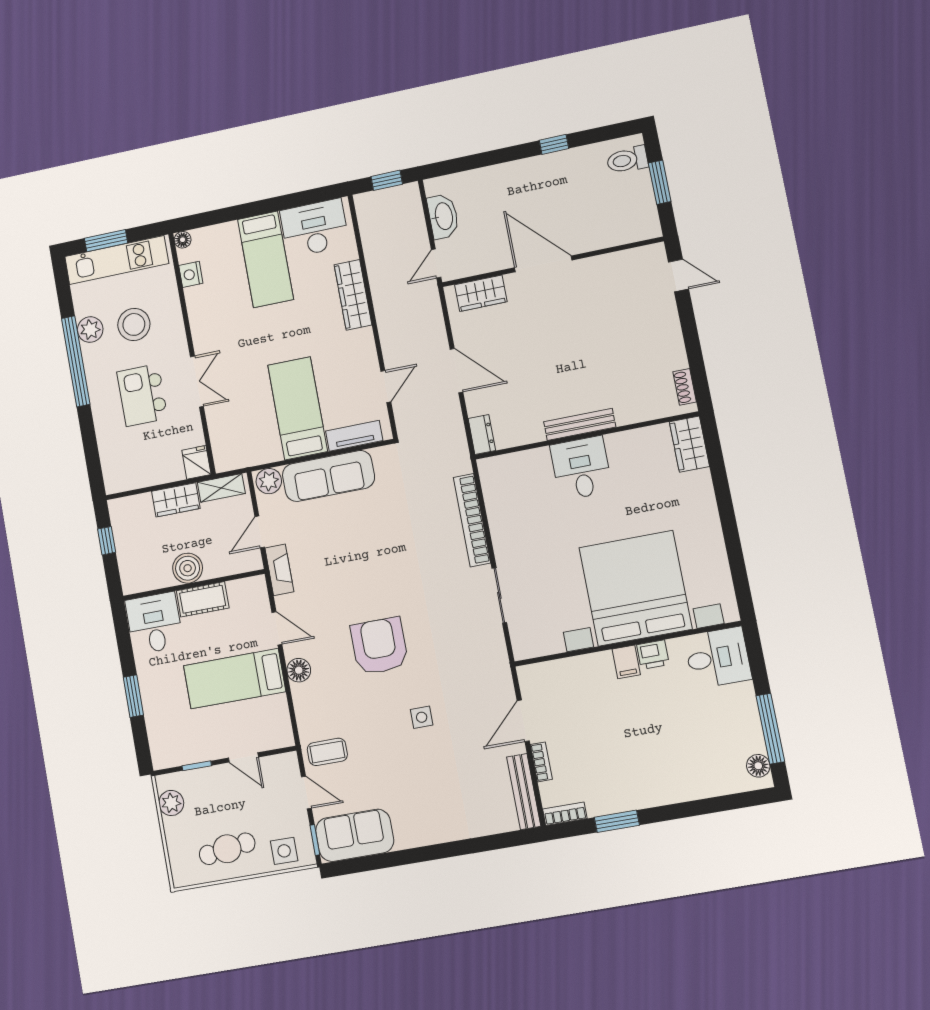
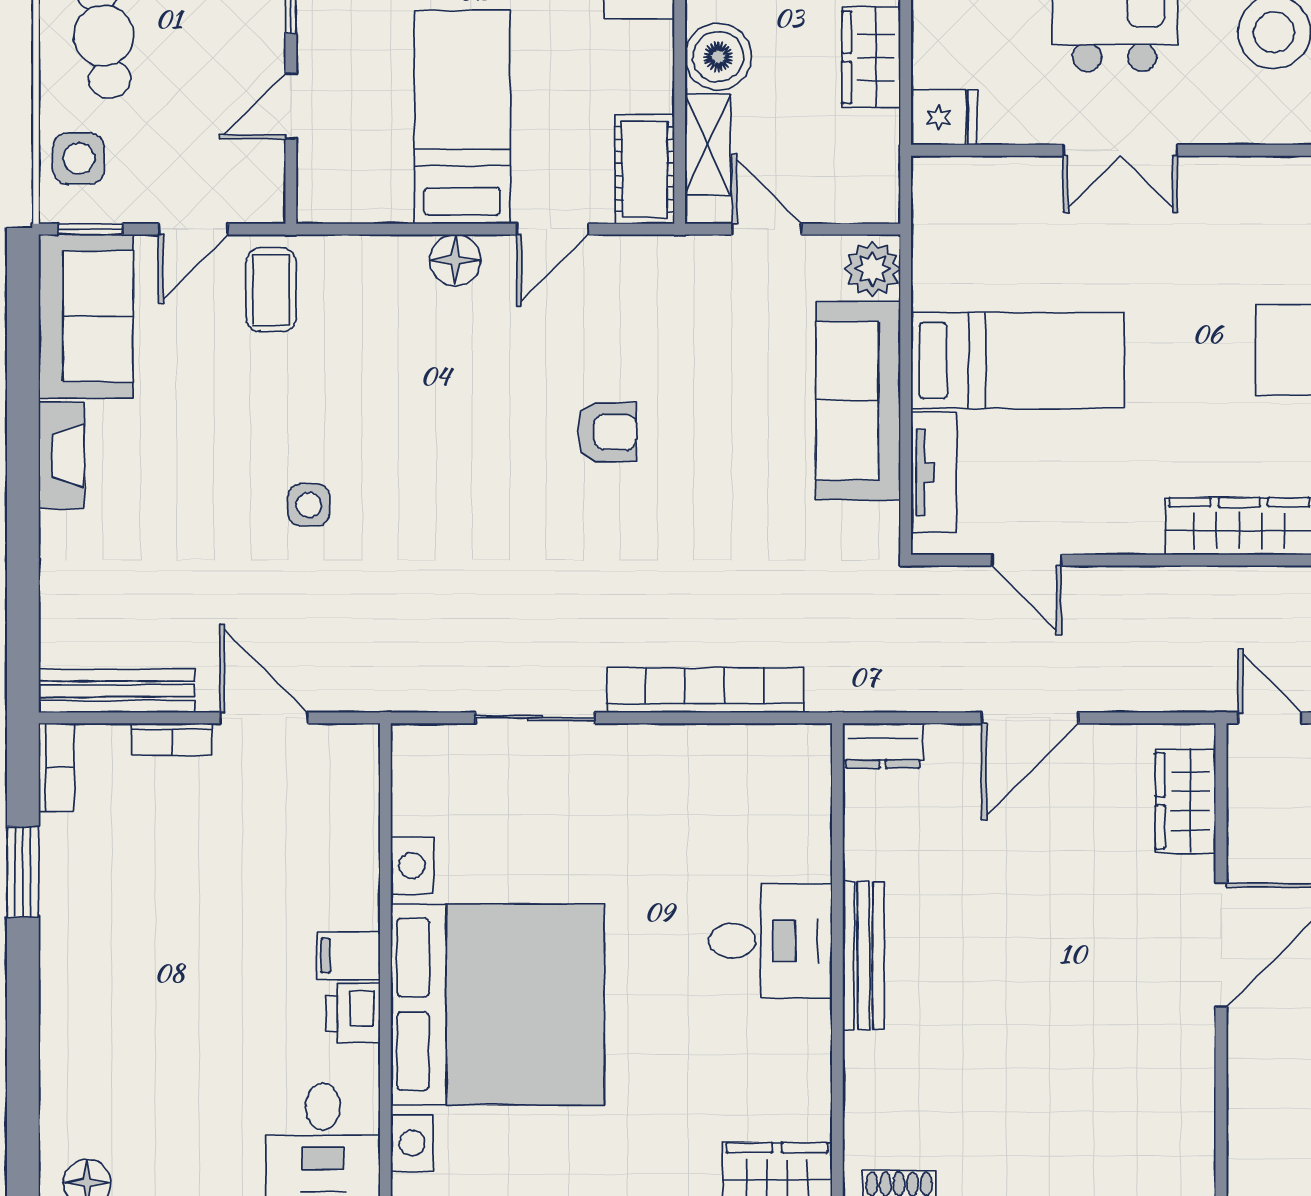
shelving: (221, 488) -> (708, 145), moved
fireplace: (279, 570) -> (61, 455), moved, turned -90
cot: (203, 599) -> (645, 169), moved
armchair: (379, 646) -> (607, 432), moved, width x0.53, depth x0.53

